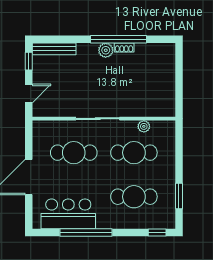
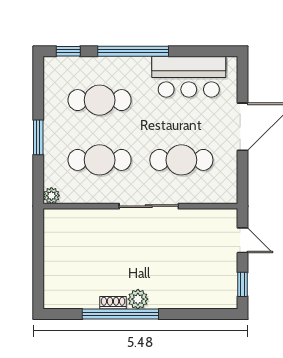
bench: (54, 49) -> (208, 301), removed
door: (29, 94) -> (243, 240), swing flipped
plant: (144, 126) -> (51, 196), moved
window: (179, 196) -> (38, 137), moved
window: (86, 233) -> (133, 51), moved

